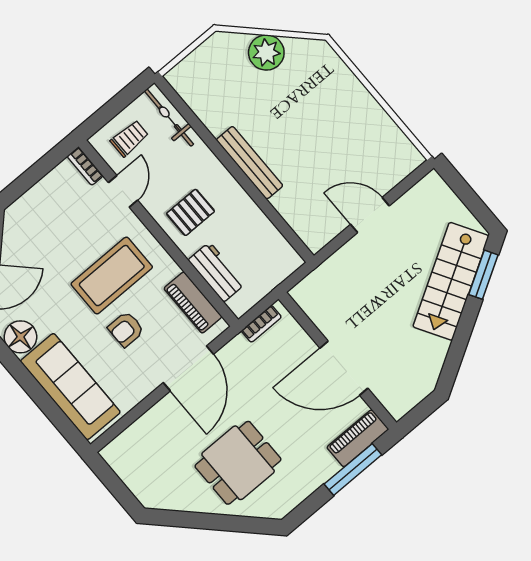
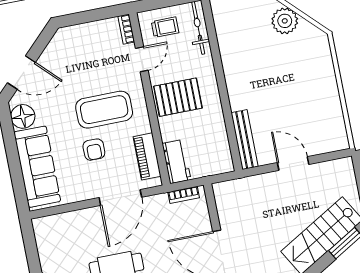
bench: (250, 163) -> (245, 140), moved
pallet: (190, 212) -> (178, 97), width x1.50, depth x1.42
workbench: (217, 272) -> (177, 162), moved
armchair: (126, 329) -> (94, 150), turned -90

